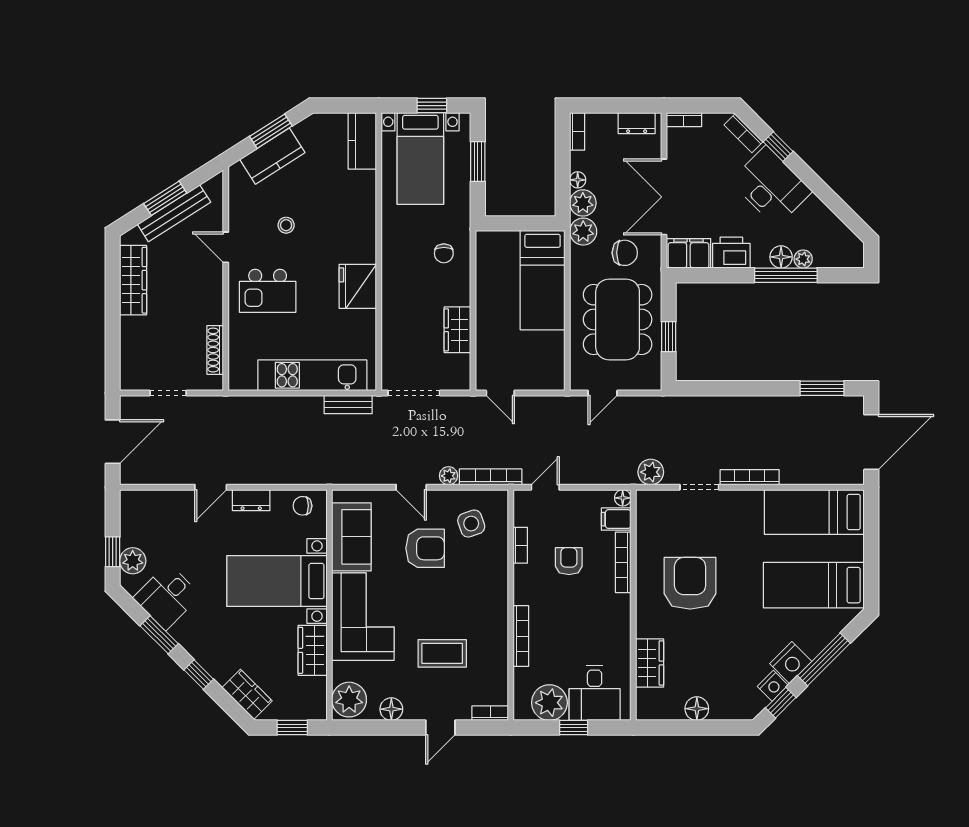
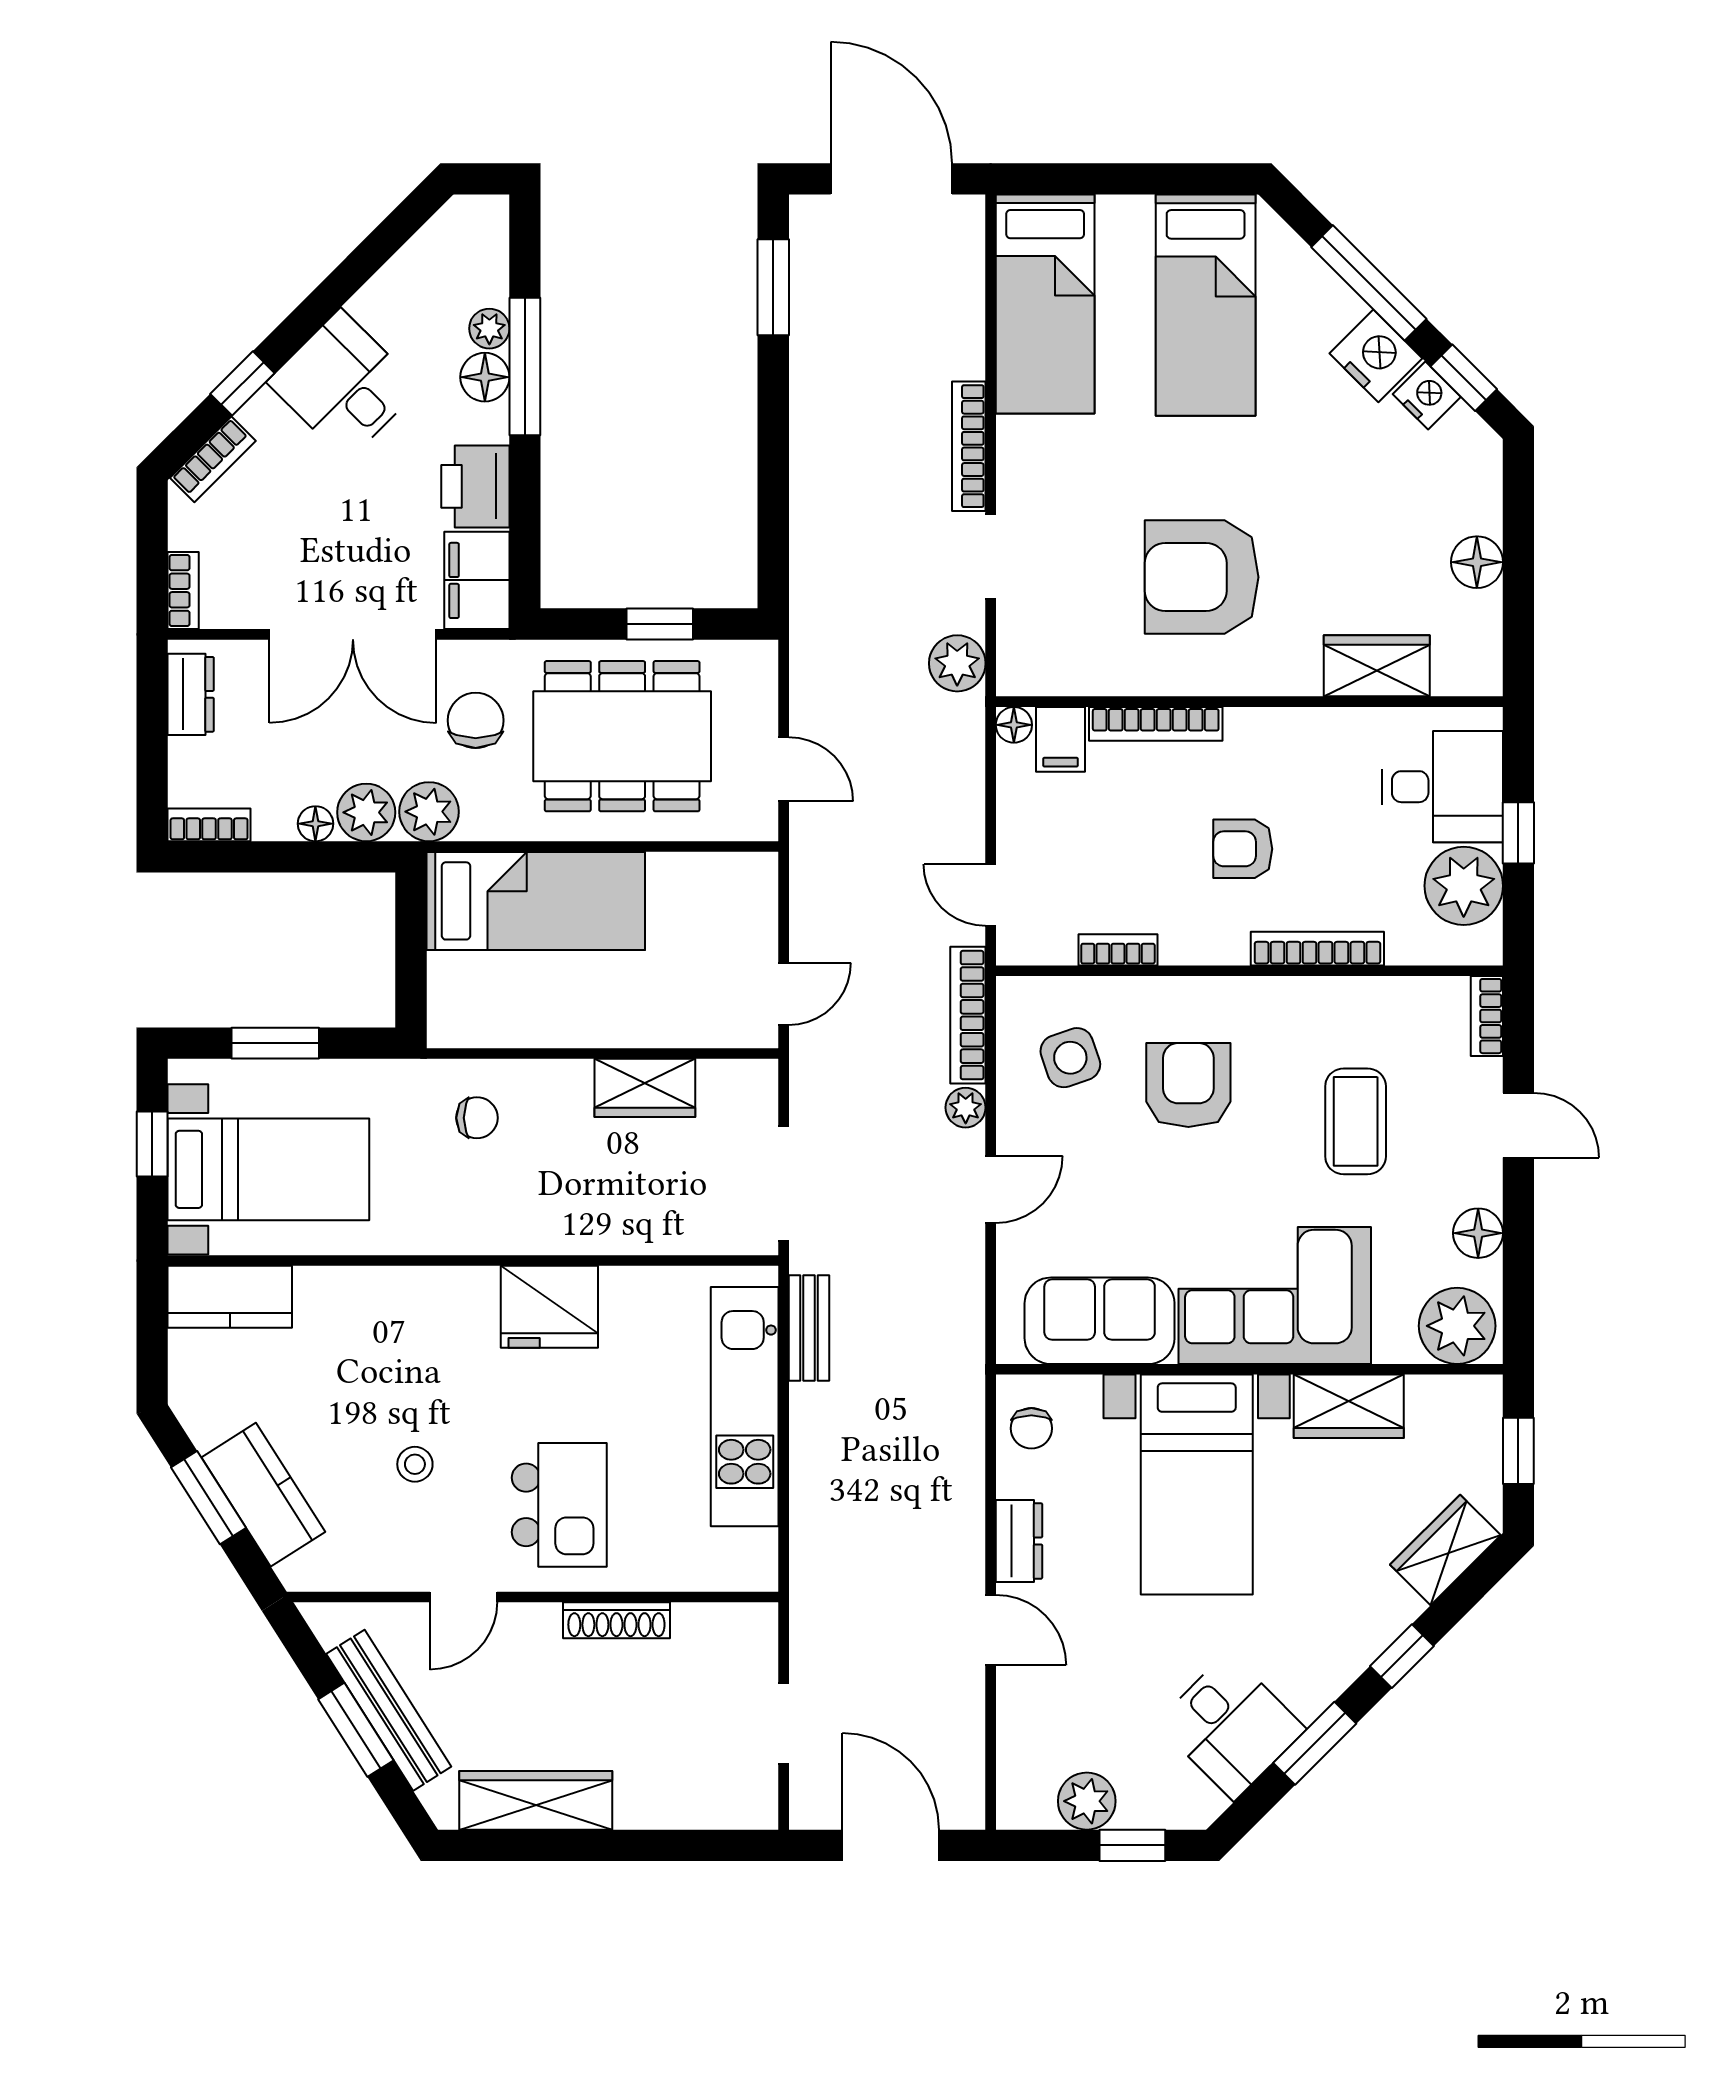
desk: (771, 186) -> (344, 385), width x0.73
shoe rack: (215, 350) -> (616, 1620), moved
armchair: (425, 548) -> (1188, 1085), moved
plant: (133, 561) -> (1087, 1801), moved
armchair: (569, 561) -> (1243, 849), moved

